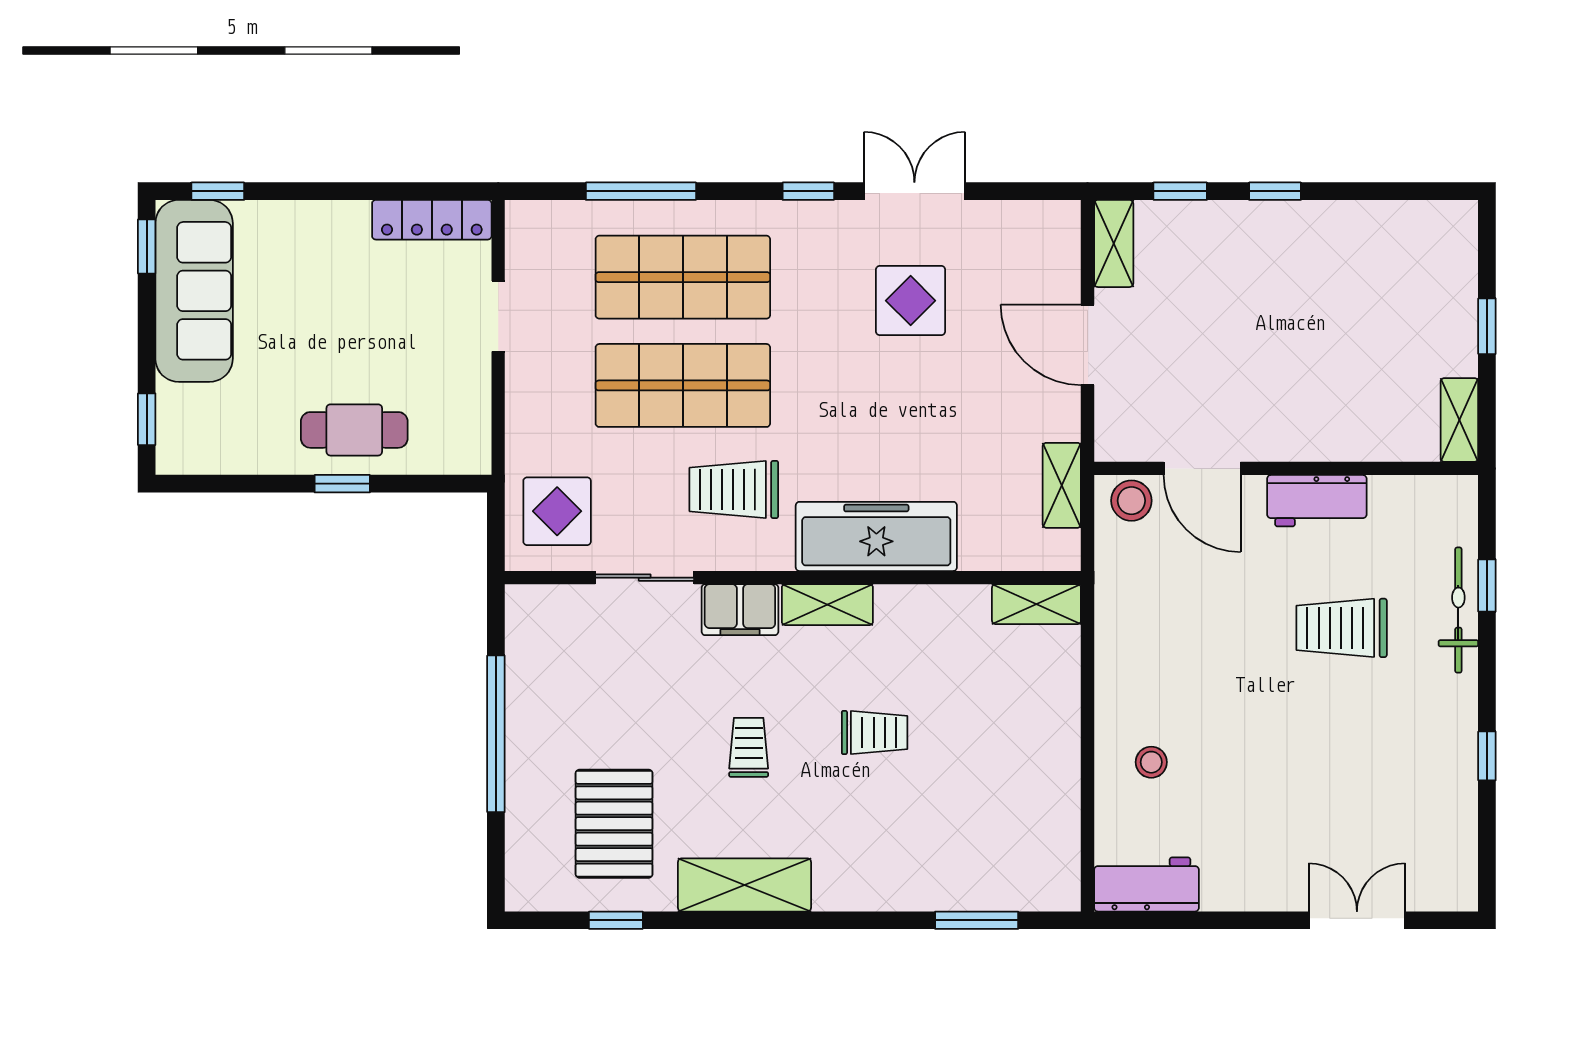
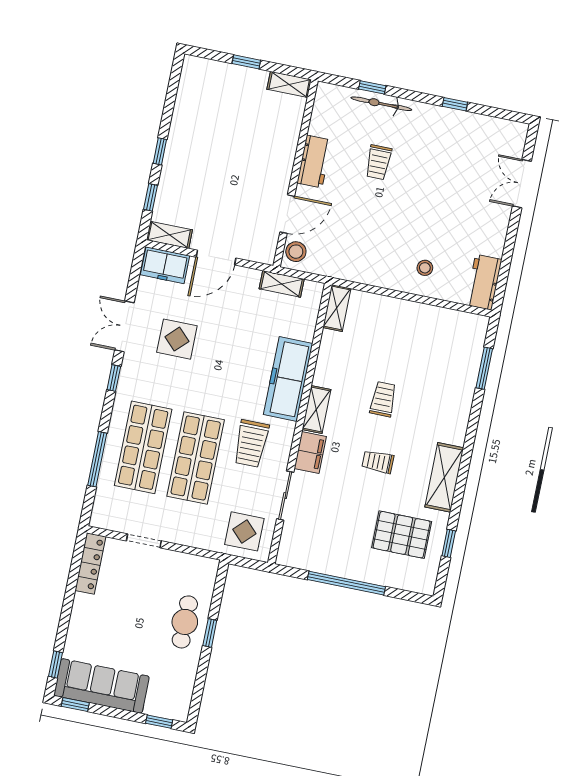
freezer: (1052, 247) -> (165, 265), added
trolley: (1342, 628) -> (378, 162), width x0.73, depth x0.72

